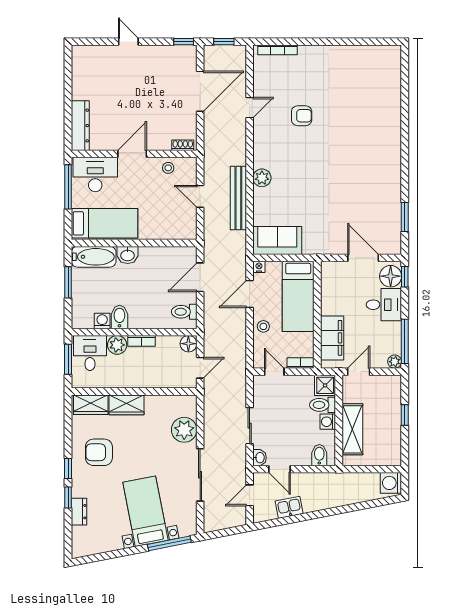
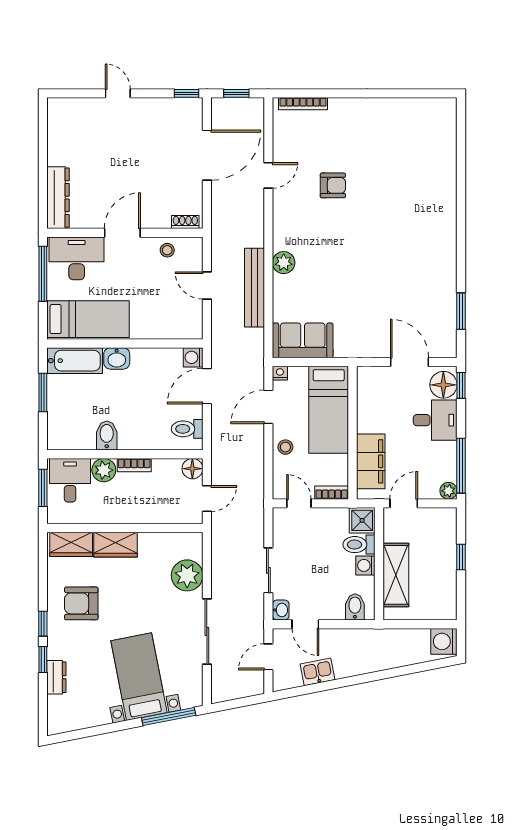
washing machine: (102, 321) -> (193, 357), moved, turned -90

